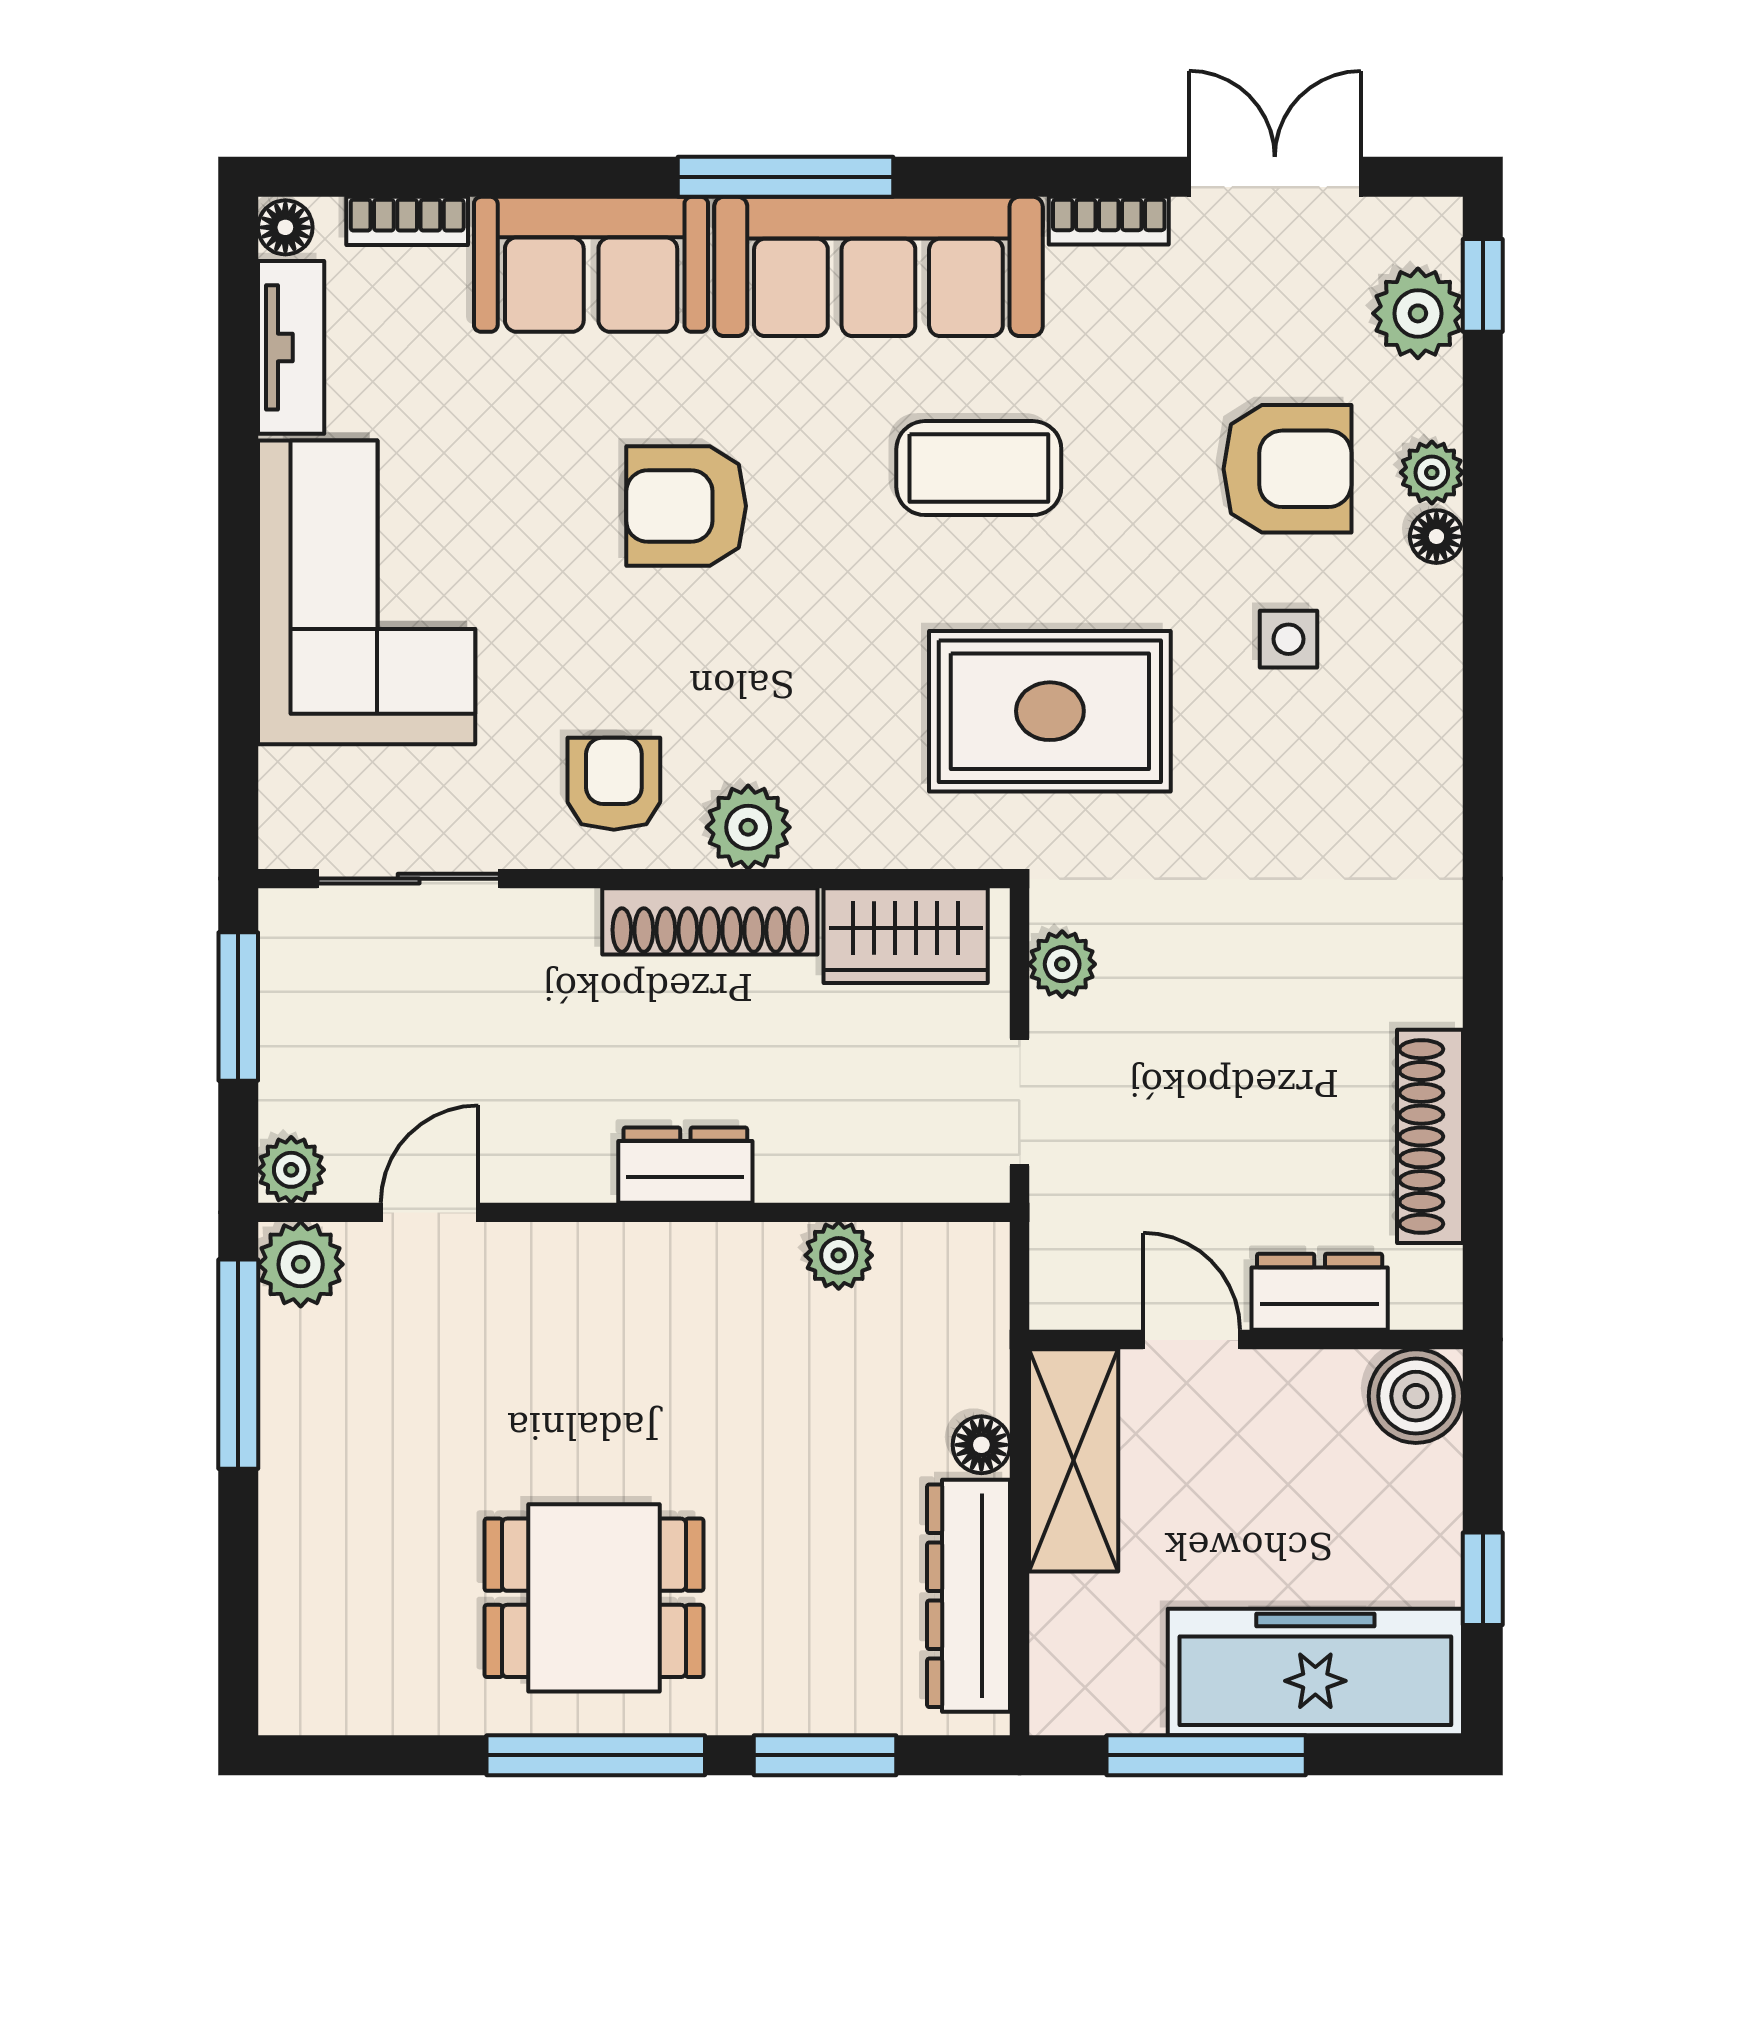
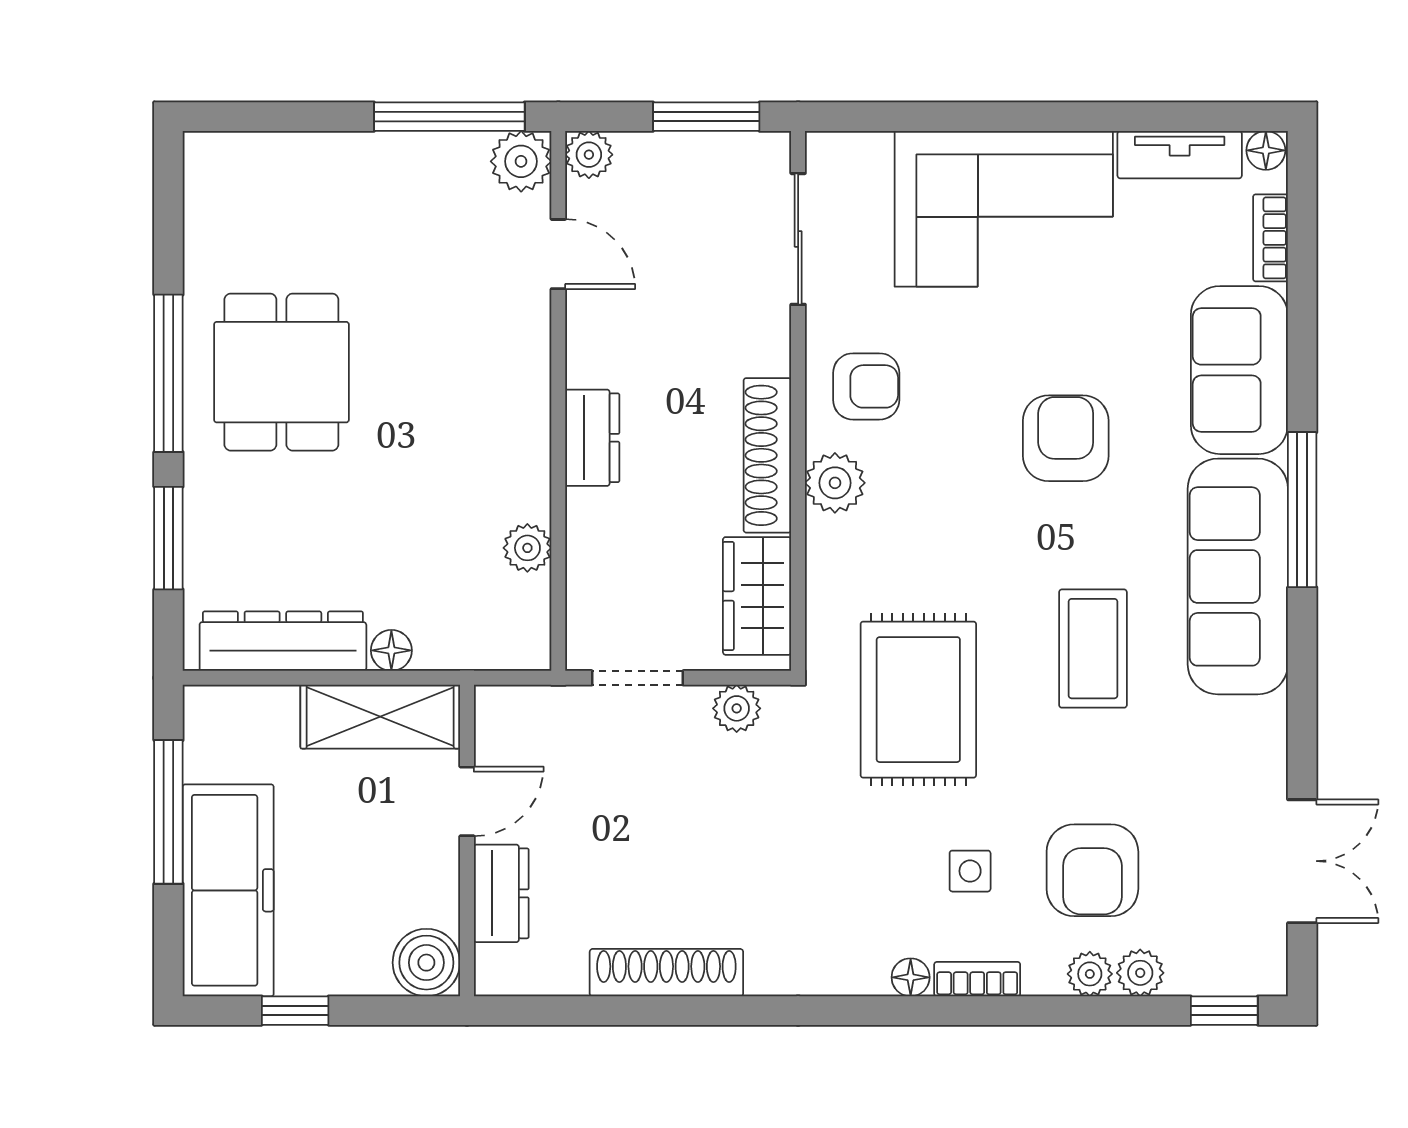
bookcase: (1109, 221) -> (977, 979), moved, turned 90
plant: (1418, 313) -> (1140, 973), moved, width x0.73, depth x0.73
floor lamp: (1436, 537) -> (911, 977), moved
shoe rack: (1430, 1136) -> (666, 973), moved

